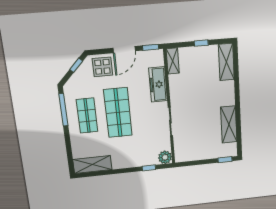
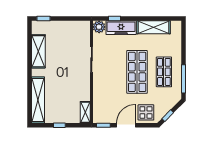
shelving: (226, 62) -> (38, 100), width x1.47
freezer: (158, 84) -> (121, 28), moved, turned 90
shelving: (92, 165) -> (154, 27), moved

